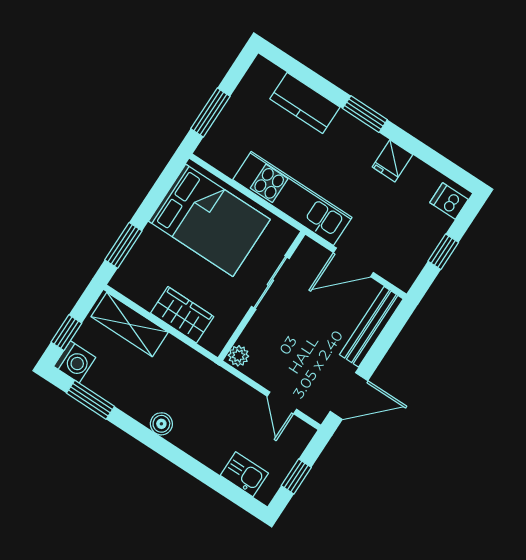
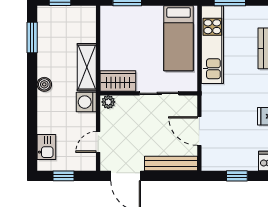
kitchen unit: (292, 199) -> (212, 45), moved
bed: (209, 220) -> (179, 38), width x0.67
wardrobe: (182, 315) -> (118, 81), moved, turned -90
shelving: (130, 324) -> (87, 67), moved
washing machine: (75, 362) -> (86, 102), moved, turned 90

